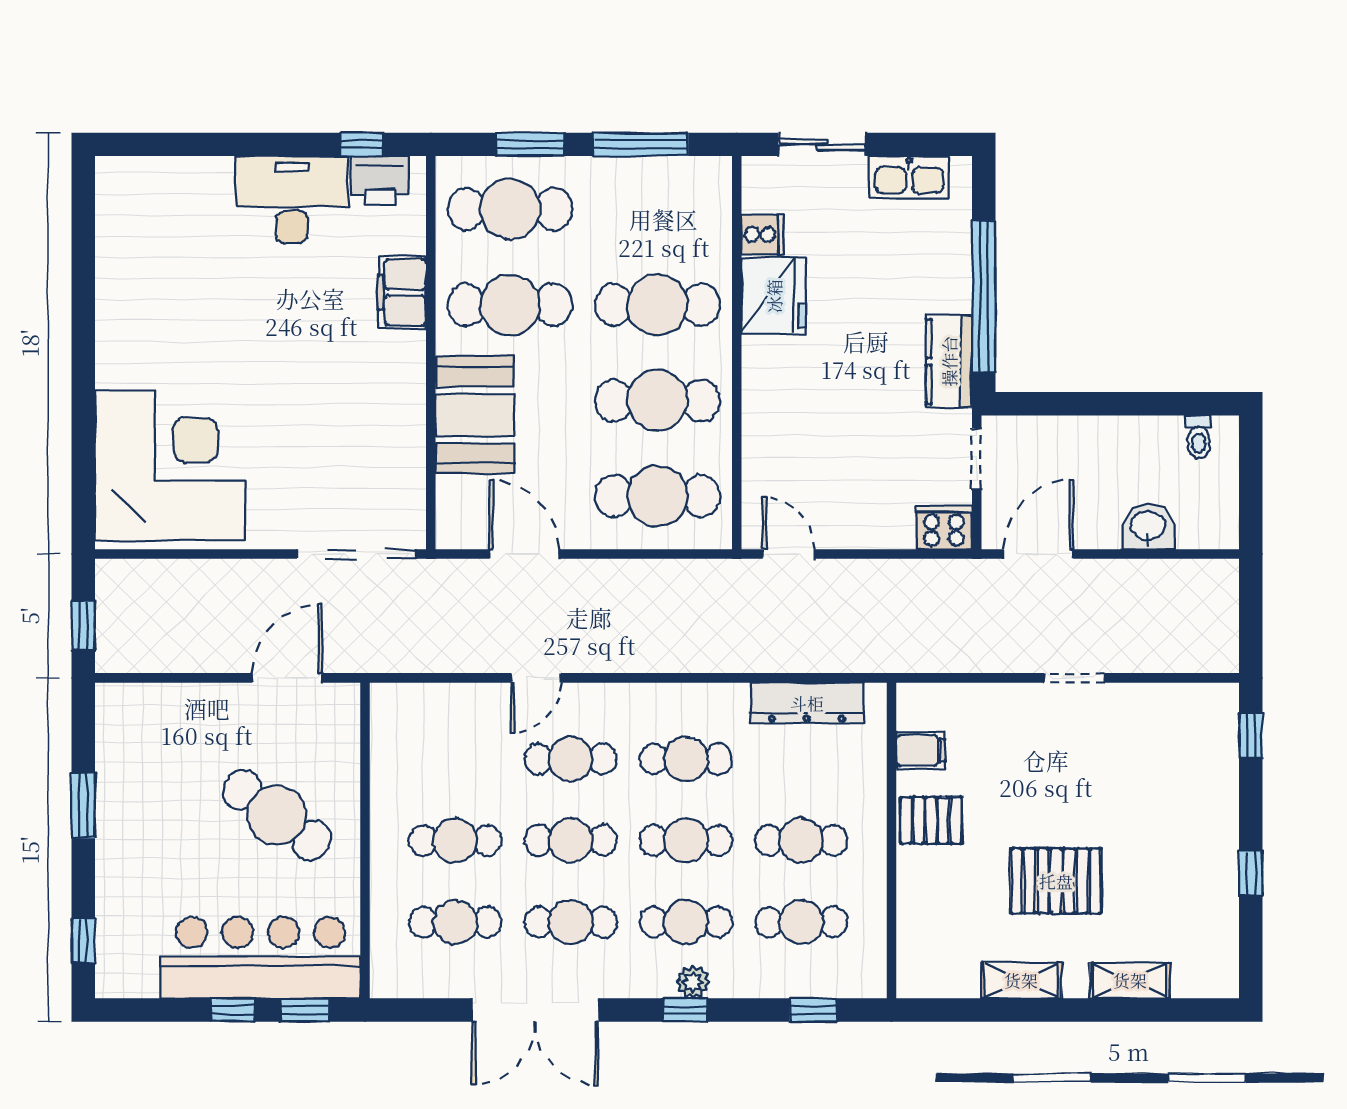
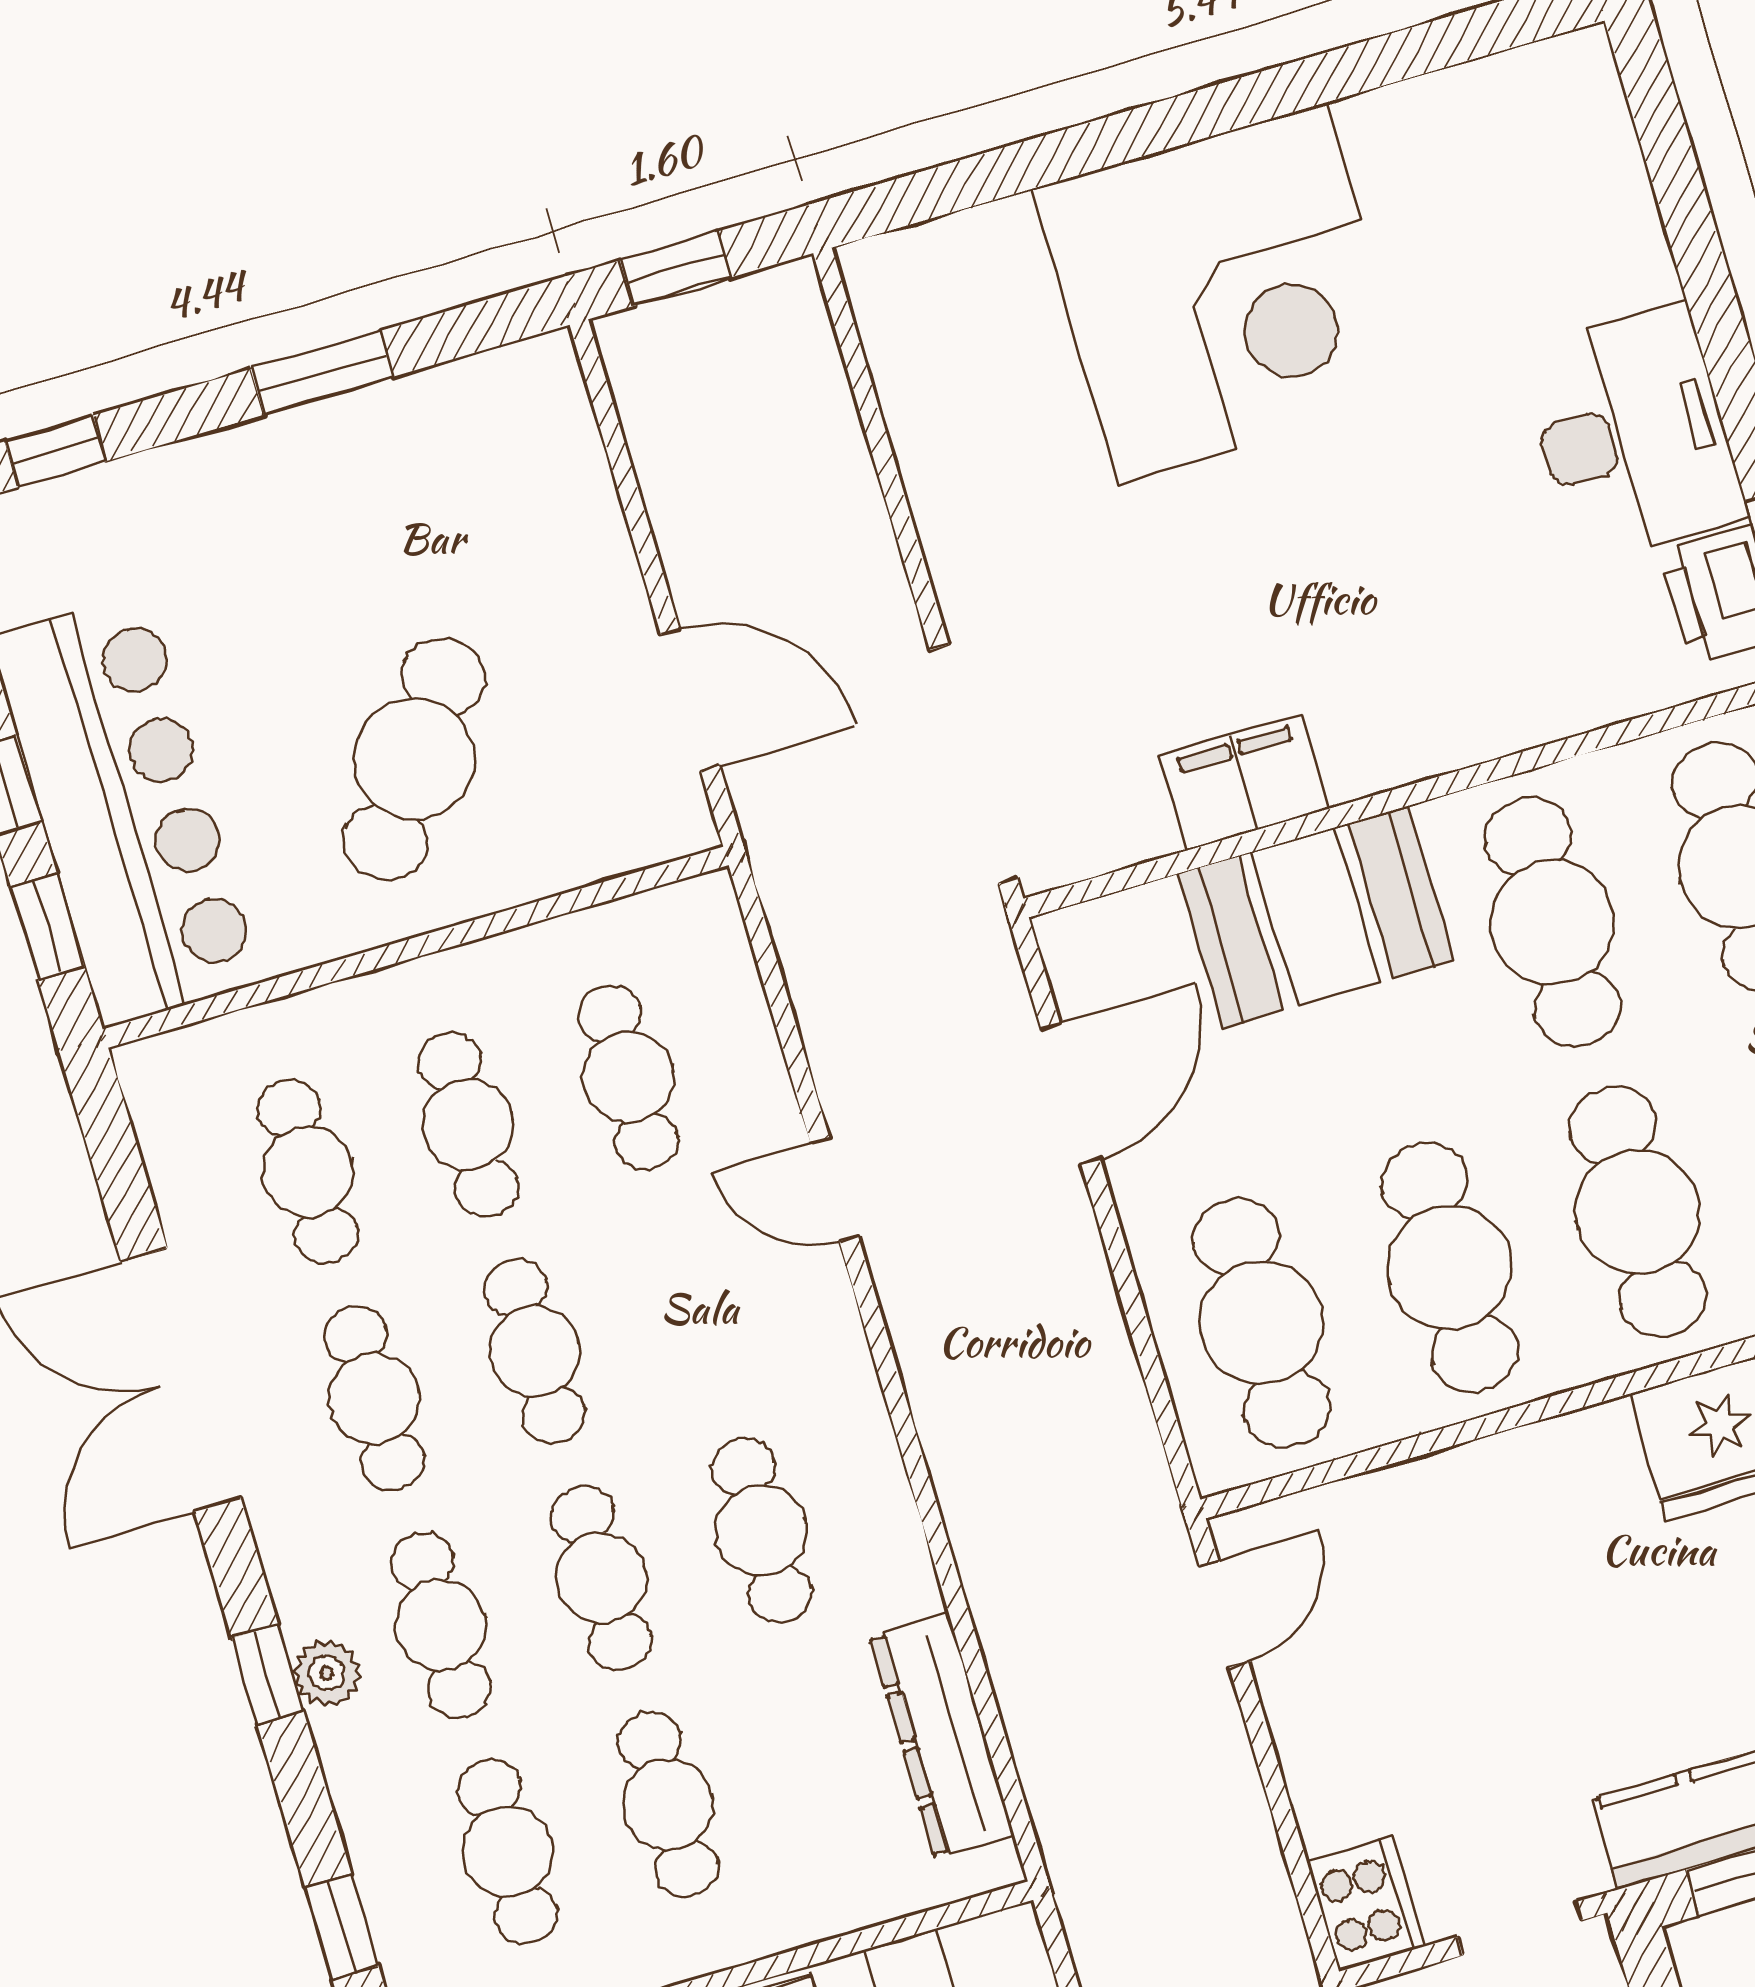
filing cabinet: (402, 292) -> (1244, 783), moved
corner desk: (170, 466) -> (1222, 293), moved
cafe table: (571, 759) -> (628, 1077), moved

